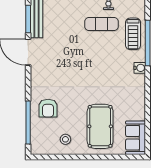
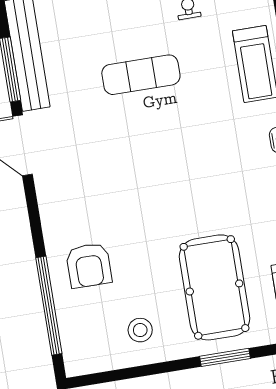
exercise mat: (101, 24) -> (141, 75), moved
window: (100, 157) -> (225, 357), added

